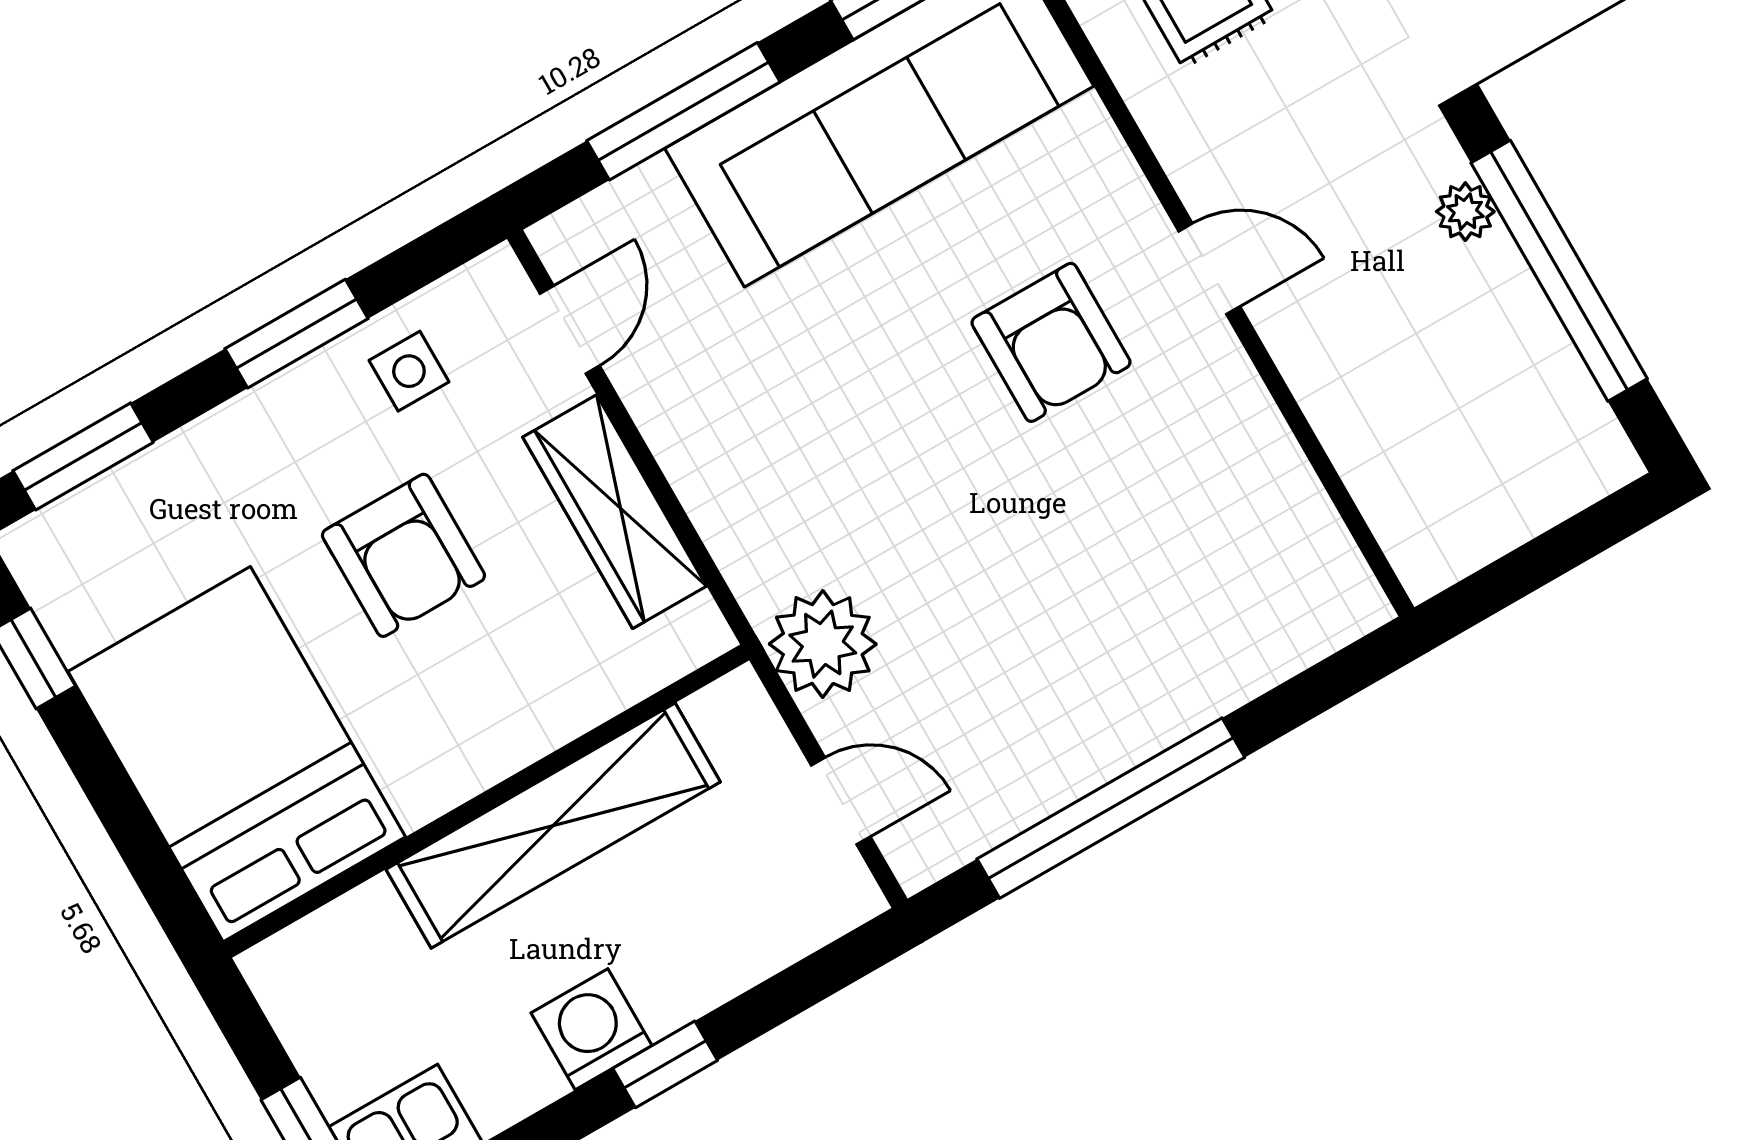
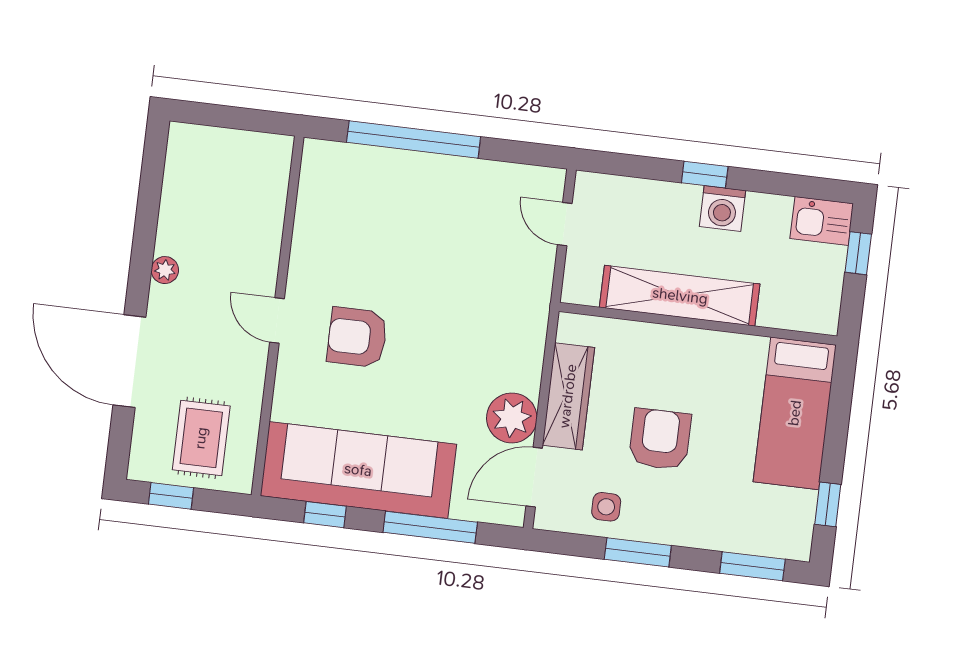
window: (1559, 271) -> (146, 221), removed
door: (570, 330) -> (534, 477), width x1.38
armchair: (1051, 342) -> (357, 337), turned -90
plant: (823, 644) -> (512, 418), moved
bed: (237, 754) -> (795, 413), width x0.67
window: (1111, 808) -> (414, 139), moved

